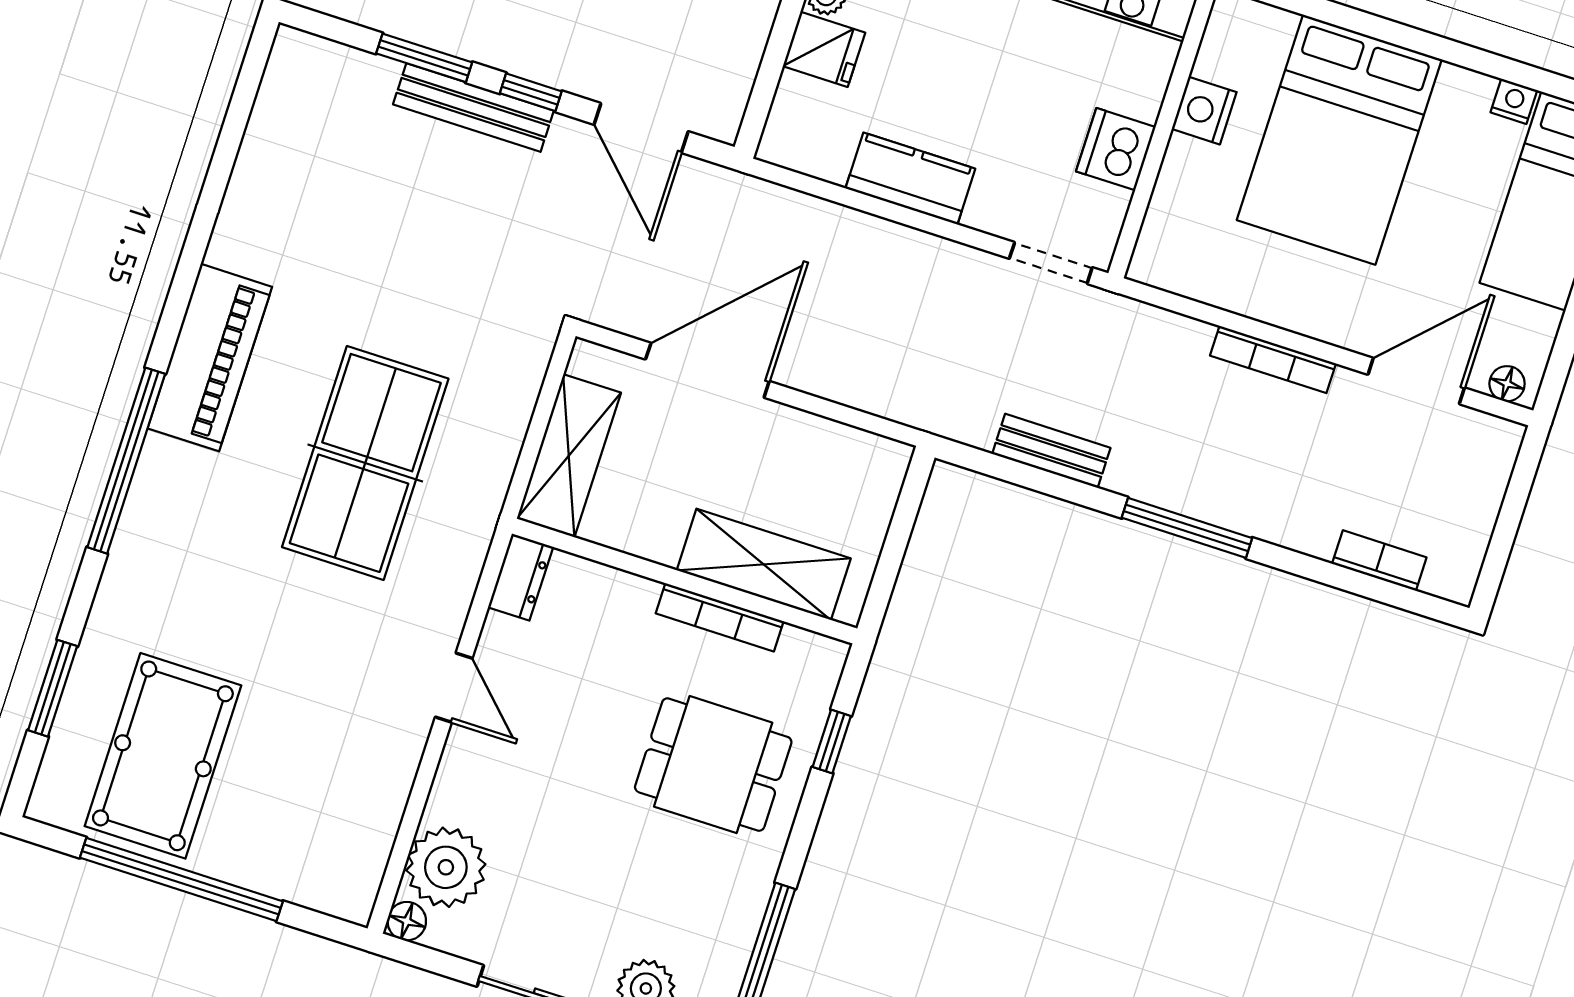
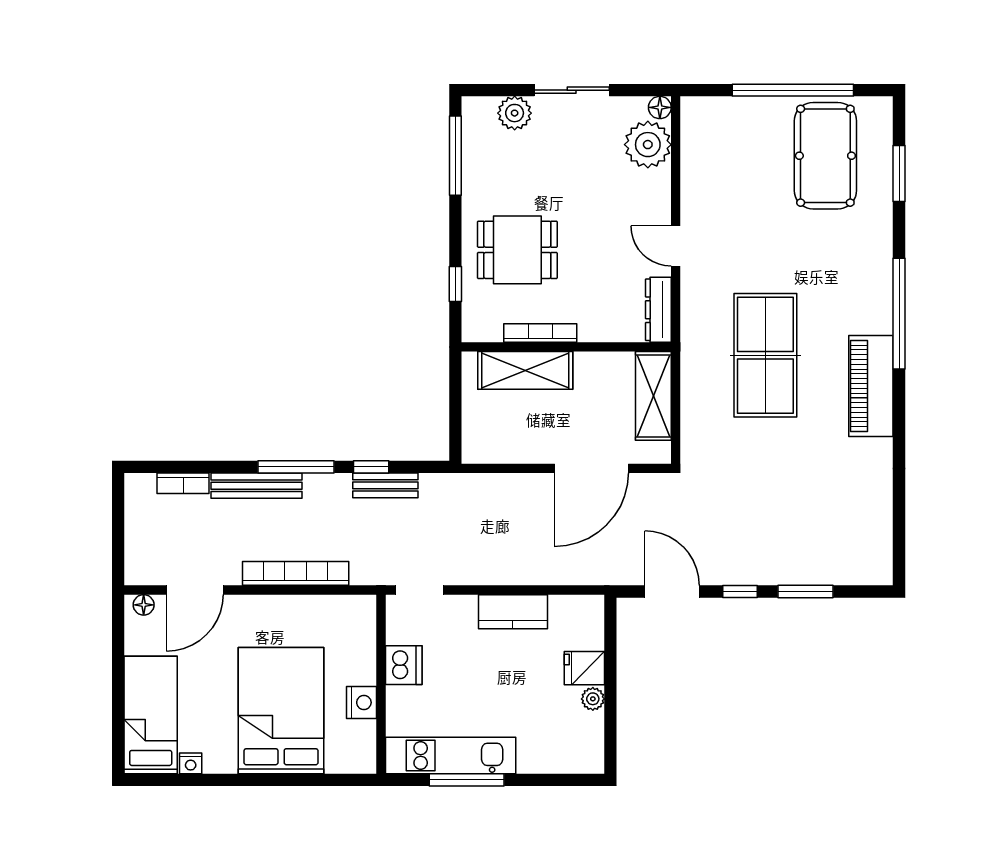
bench: (473, 107) -> (257, 486), moved
bookcase: (1273, 359) -> (296, 573), width x1.48, depth x1.31
window: (1065, 488) -> (371, 467), added
dresser: (521, 577) -> (658, 310), width x1.44

